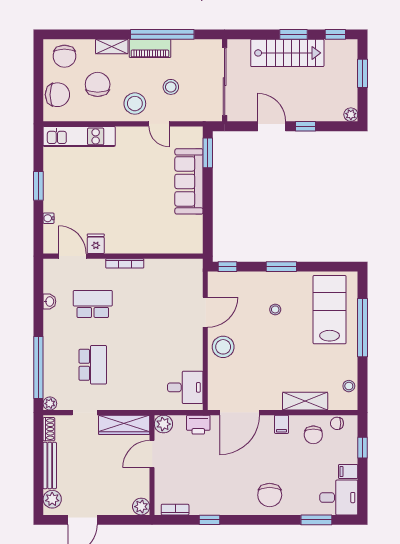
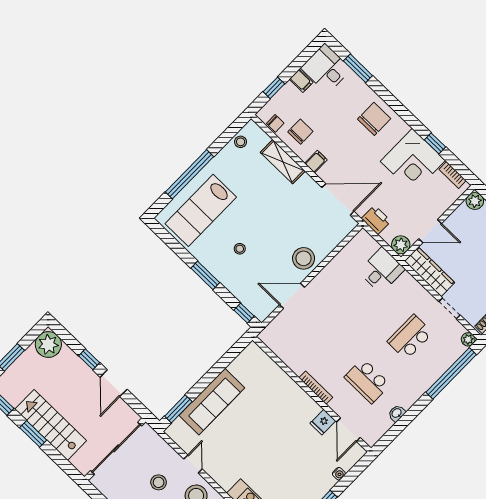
plant: (351, 115) -> (48, 344), width x1.88, depth x1.88
desk: (185, 387) -> (382, 270), moved, turned 90
corner desk: (213, 492) -> (413, 161), added

